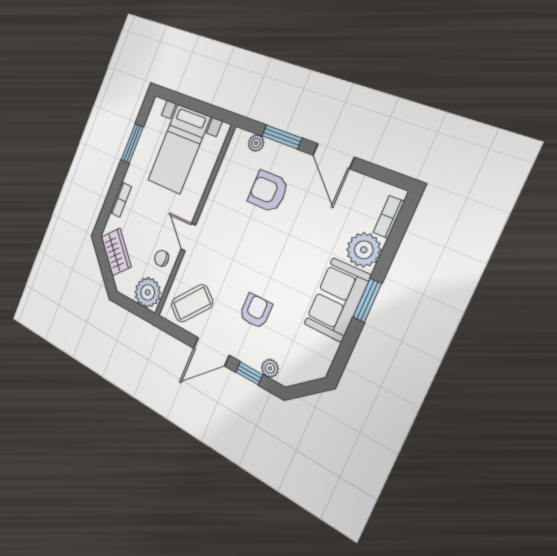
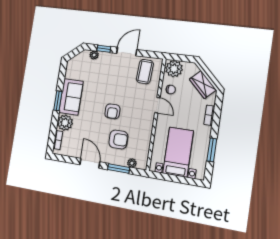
coffee table: (192, 303) -> (145, 72), turned -37
armchair: (256, 311) -> (112, 111), moved

